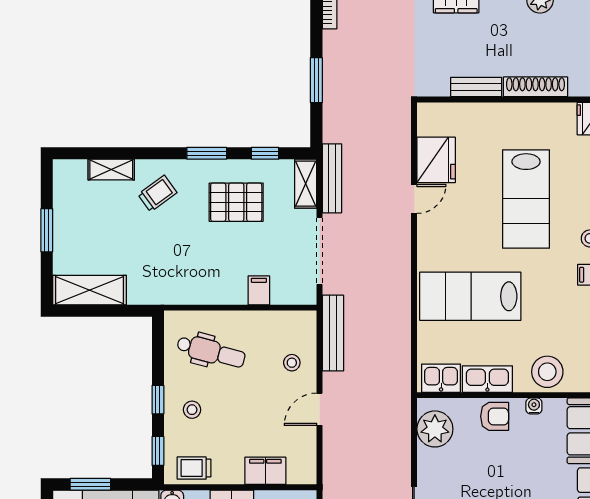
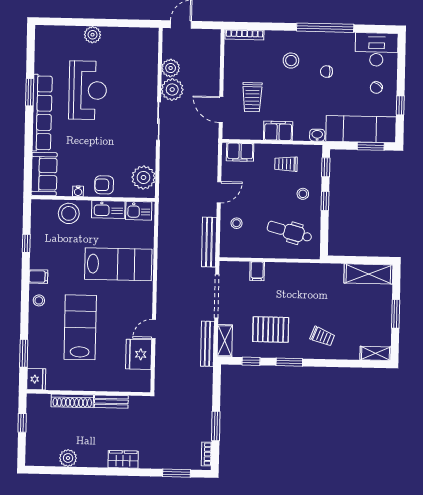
window: (316, 80) -> (216, 426), moved
shelving: (111, 170) -> (376, 353), moved
trolley: (157, 194) -> (322, 336), turned -123
trolley: (194, 468) -> (286, 164), moved, turned 180
filing cabinet: (265, 471) -> (240, 152), moved

